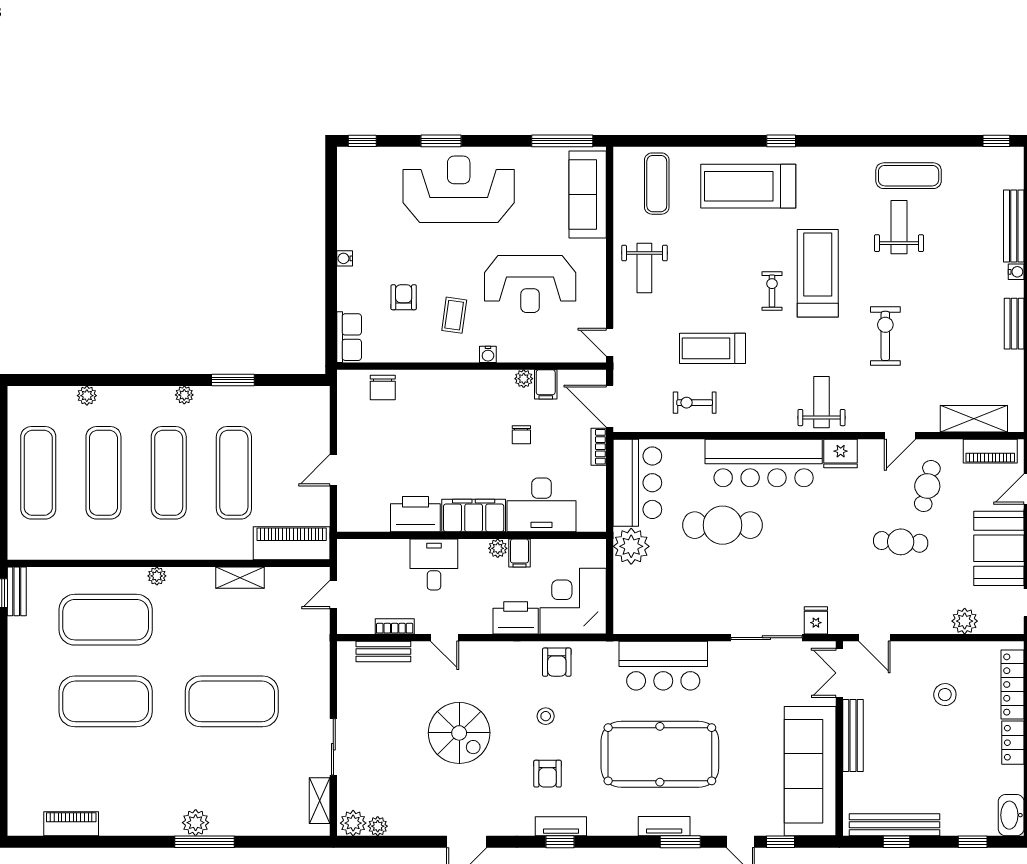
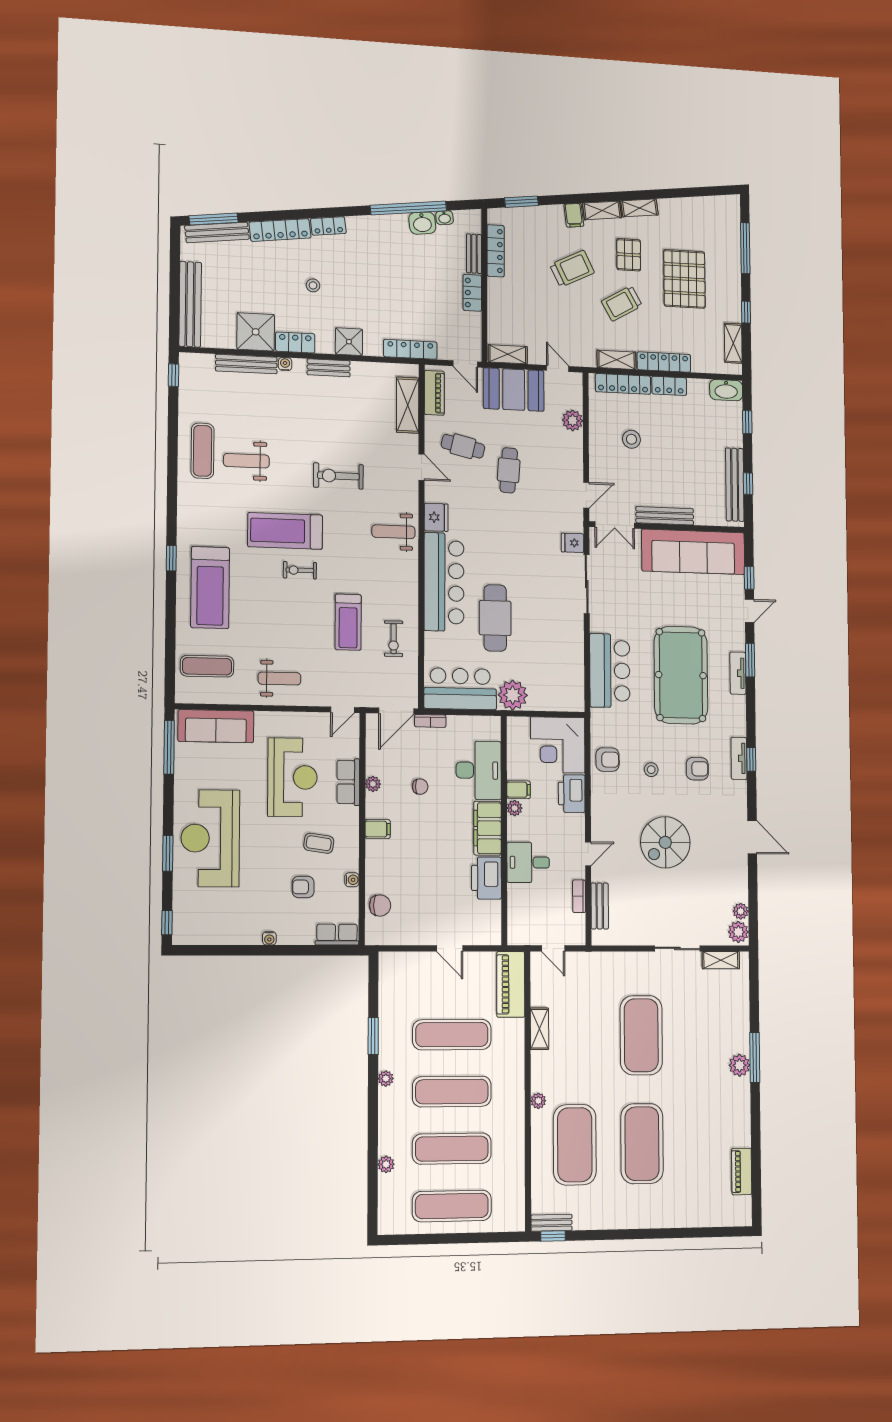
row of seats: (526, 349) -> (348, 782), added
water cooler: (488, 354) -> (352, 880), moved
filing cabinet: (546, 384) -> (378, 829), moved
spiral stairs: (459, 733) -> (665, 842), turned 180

